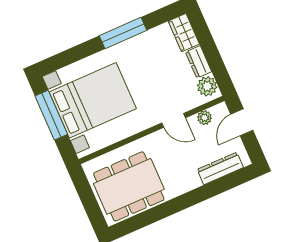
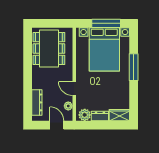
window: (123, 33) -> (134, 67), moved
door: (174, 120) -> (74, 89), hinge flipped

